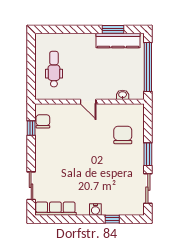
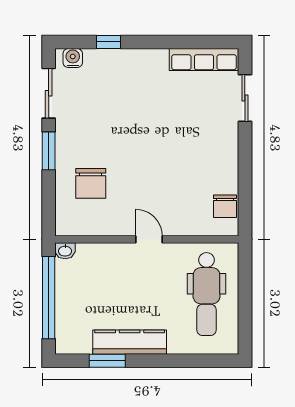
kitchen counter: (118, 40) -> (130, 342), moved
dental chair: (54, 69) -> (207, 294), width x1.36, depth x1.38
washbasin: (123, 95) -> (65, 251), moved
window: (31, 128) -> (245, 195), removed
water cooler: (95, 210) -> (73, 58), moved

